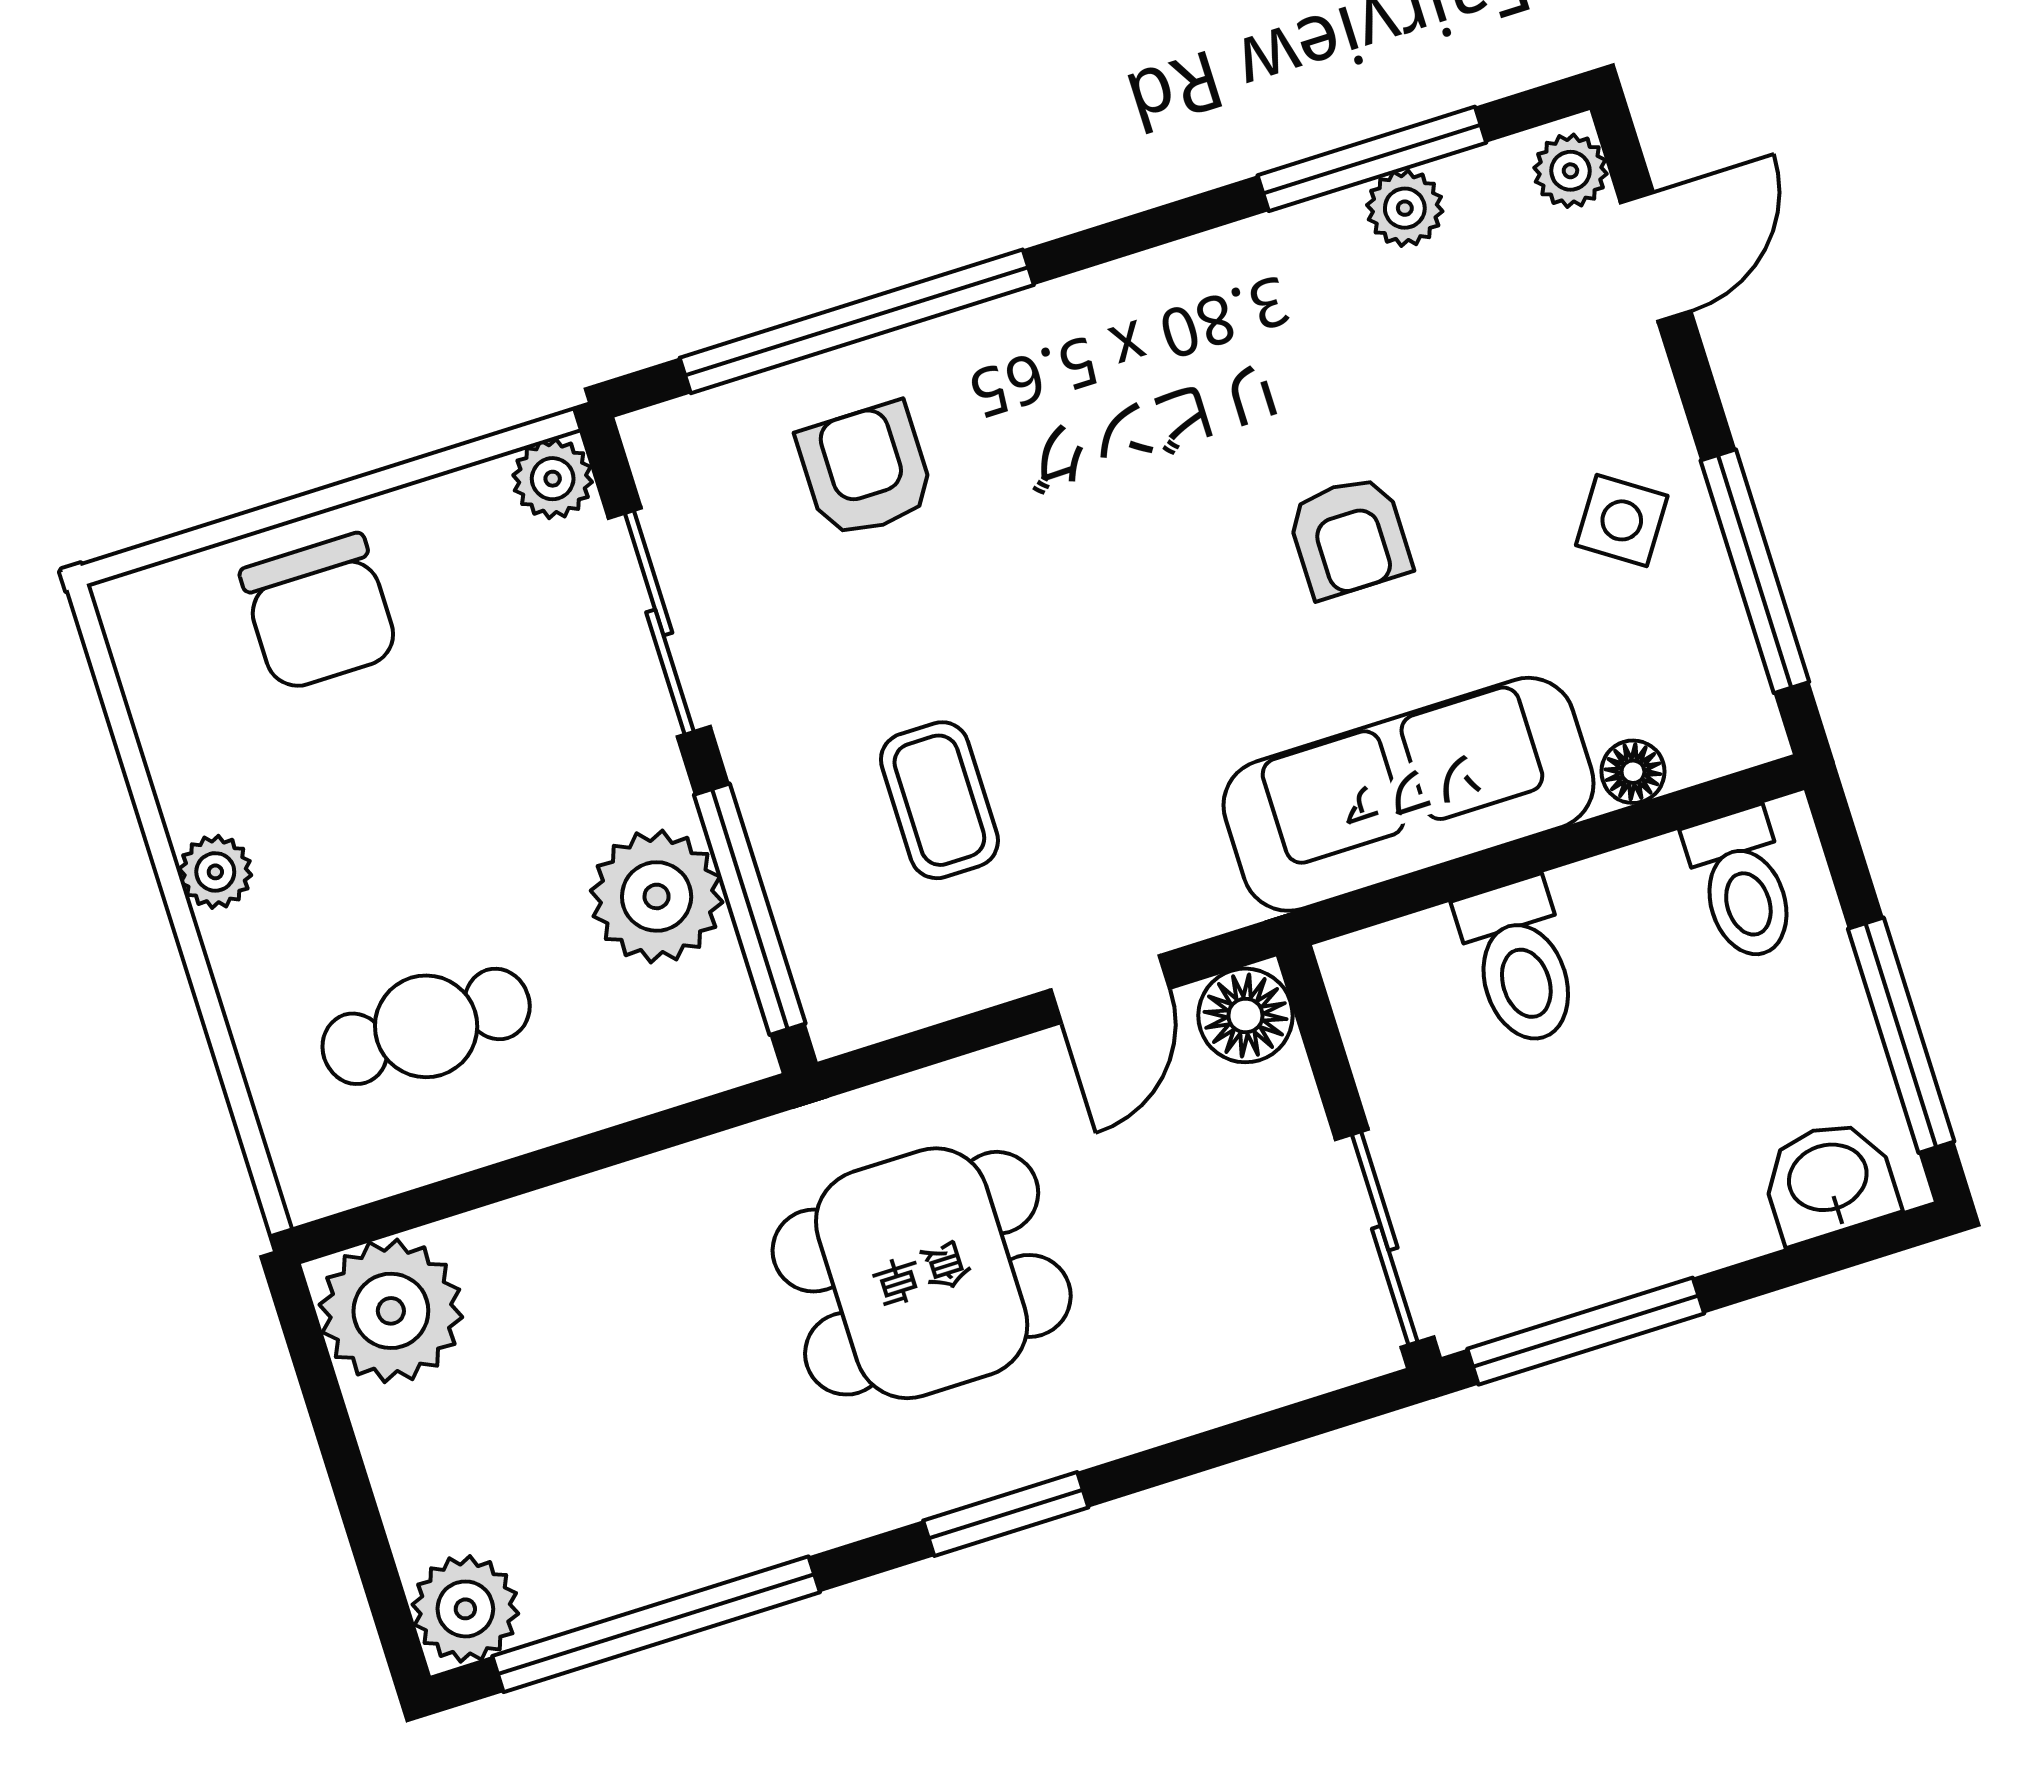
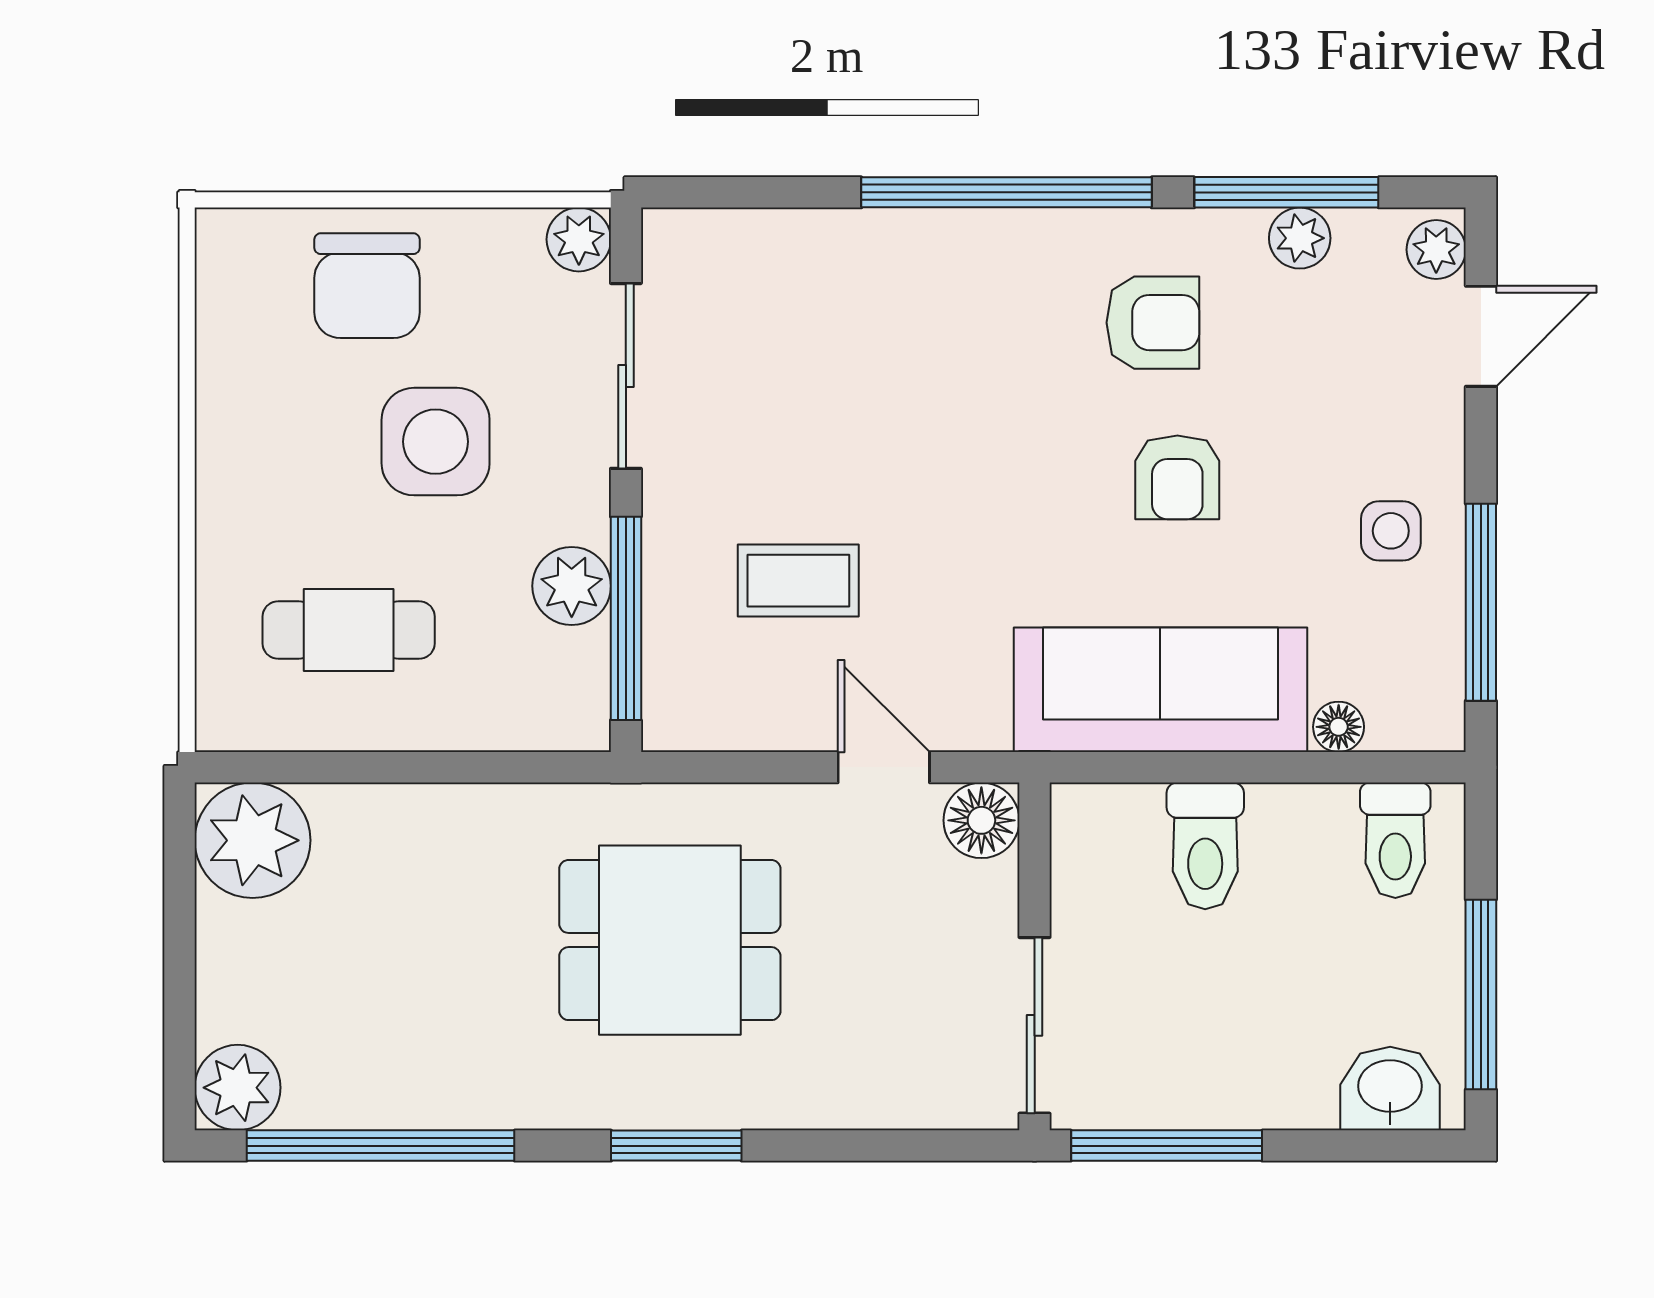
window: (857, 321) -> (1006, 192), moved
armchair: (866, 470) -> (1153, 323), moved, turned 90
side table: (1622, 520) -> (1391, 531), turned -34
side table: (459, 771) -> (436, 442), added
coffee table: (939, 800) -> (798, 581), turned 90
plant: (215, 872) -> (224, 460), removed
plant: (657, 896) -> (572, 586), width x0.73, depth x0.73
door: (1110, 989) -> (884, 767), swing flipped

